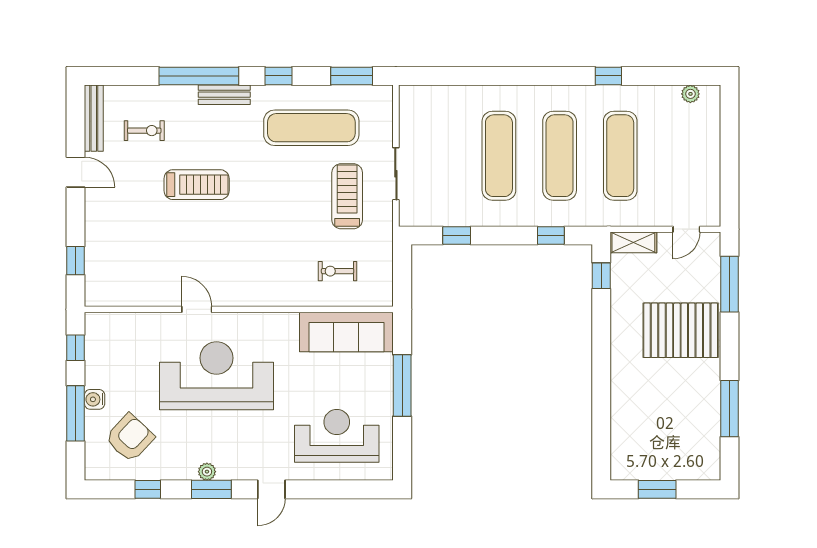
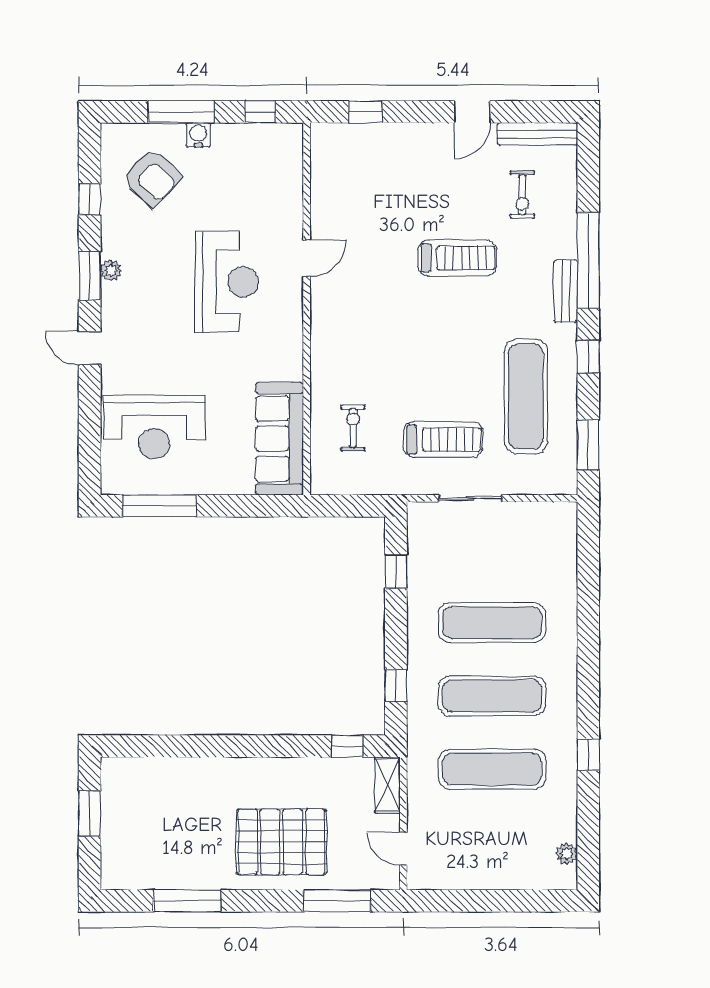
treadmill: (197, 185) -> (457, 258), turned -90
pallet: (681, 330) -> (281, 842), turned 90
reception desk: (216, 376) -> (227, 282), width x0.74, depth x0.77
window: (402, 385) -> (159, 506), moved
reception desk: (337, 436) -> (154, 427), turned 90

